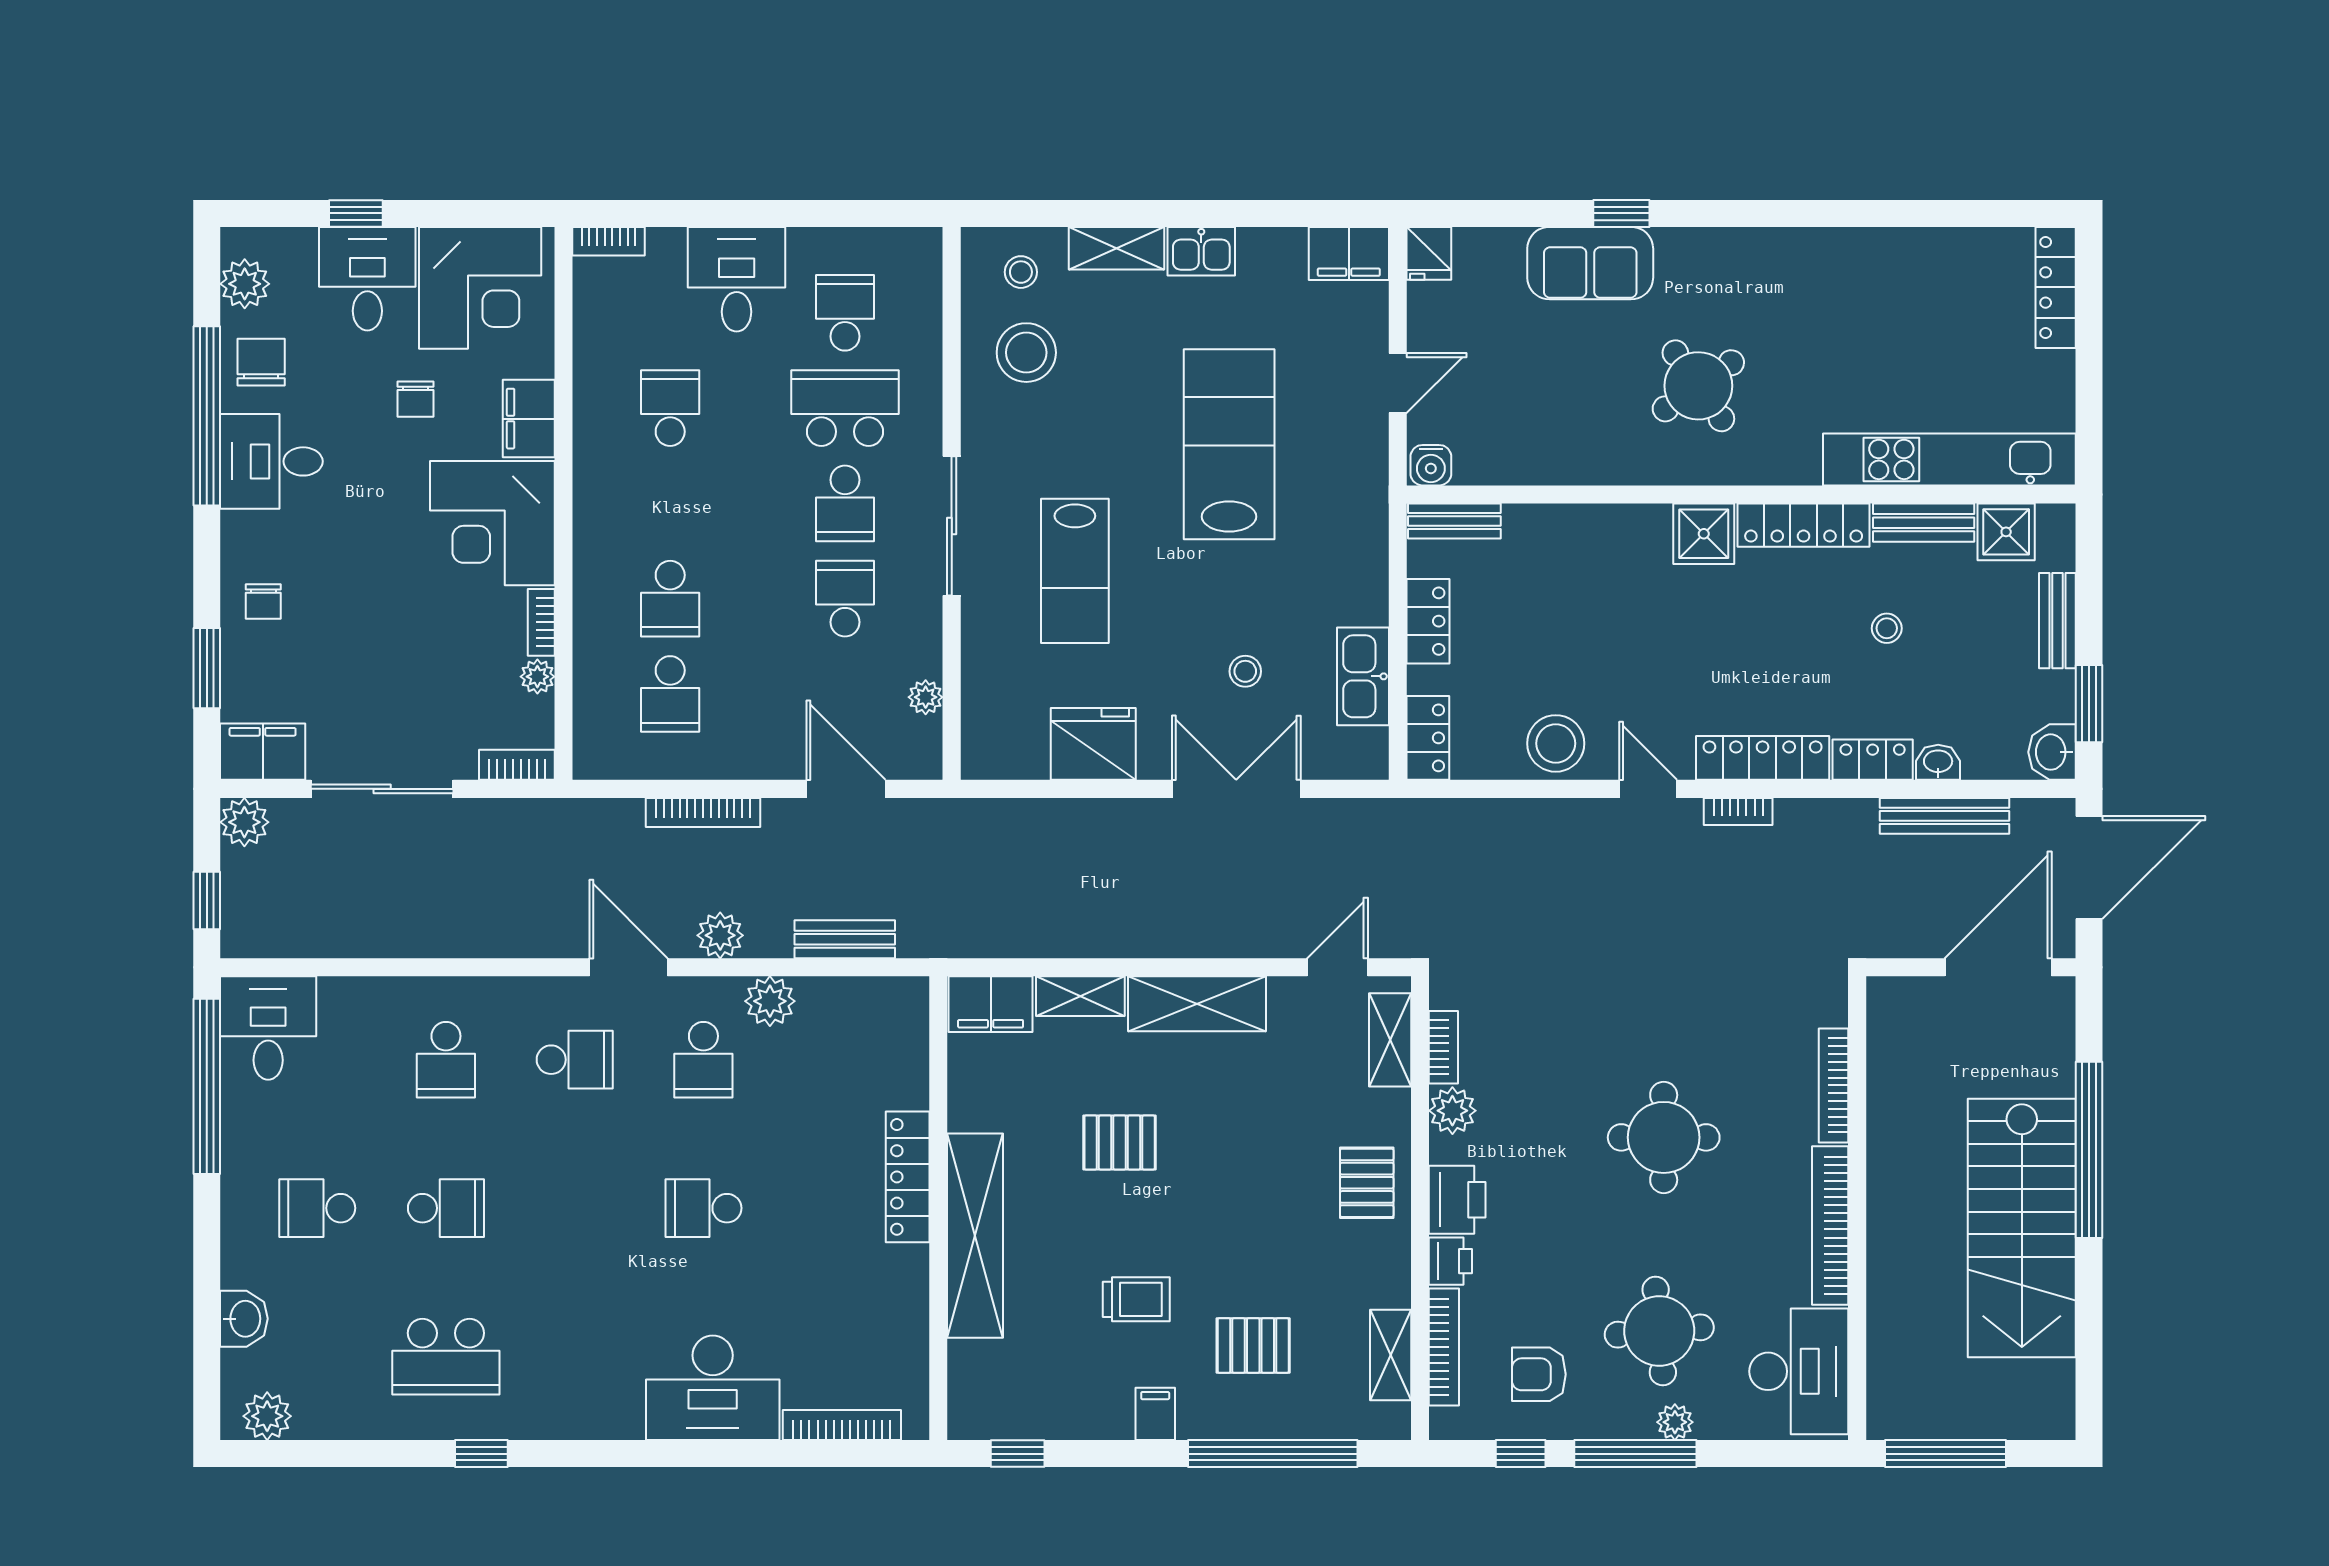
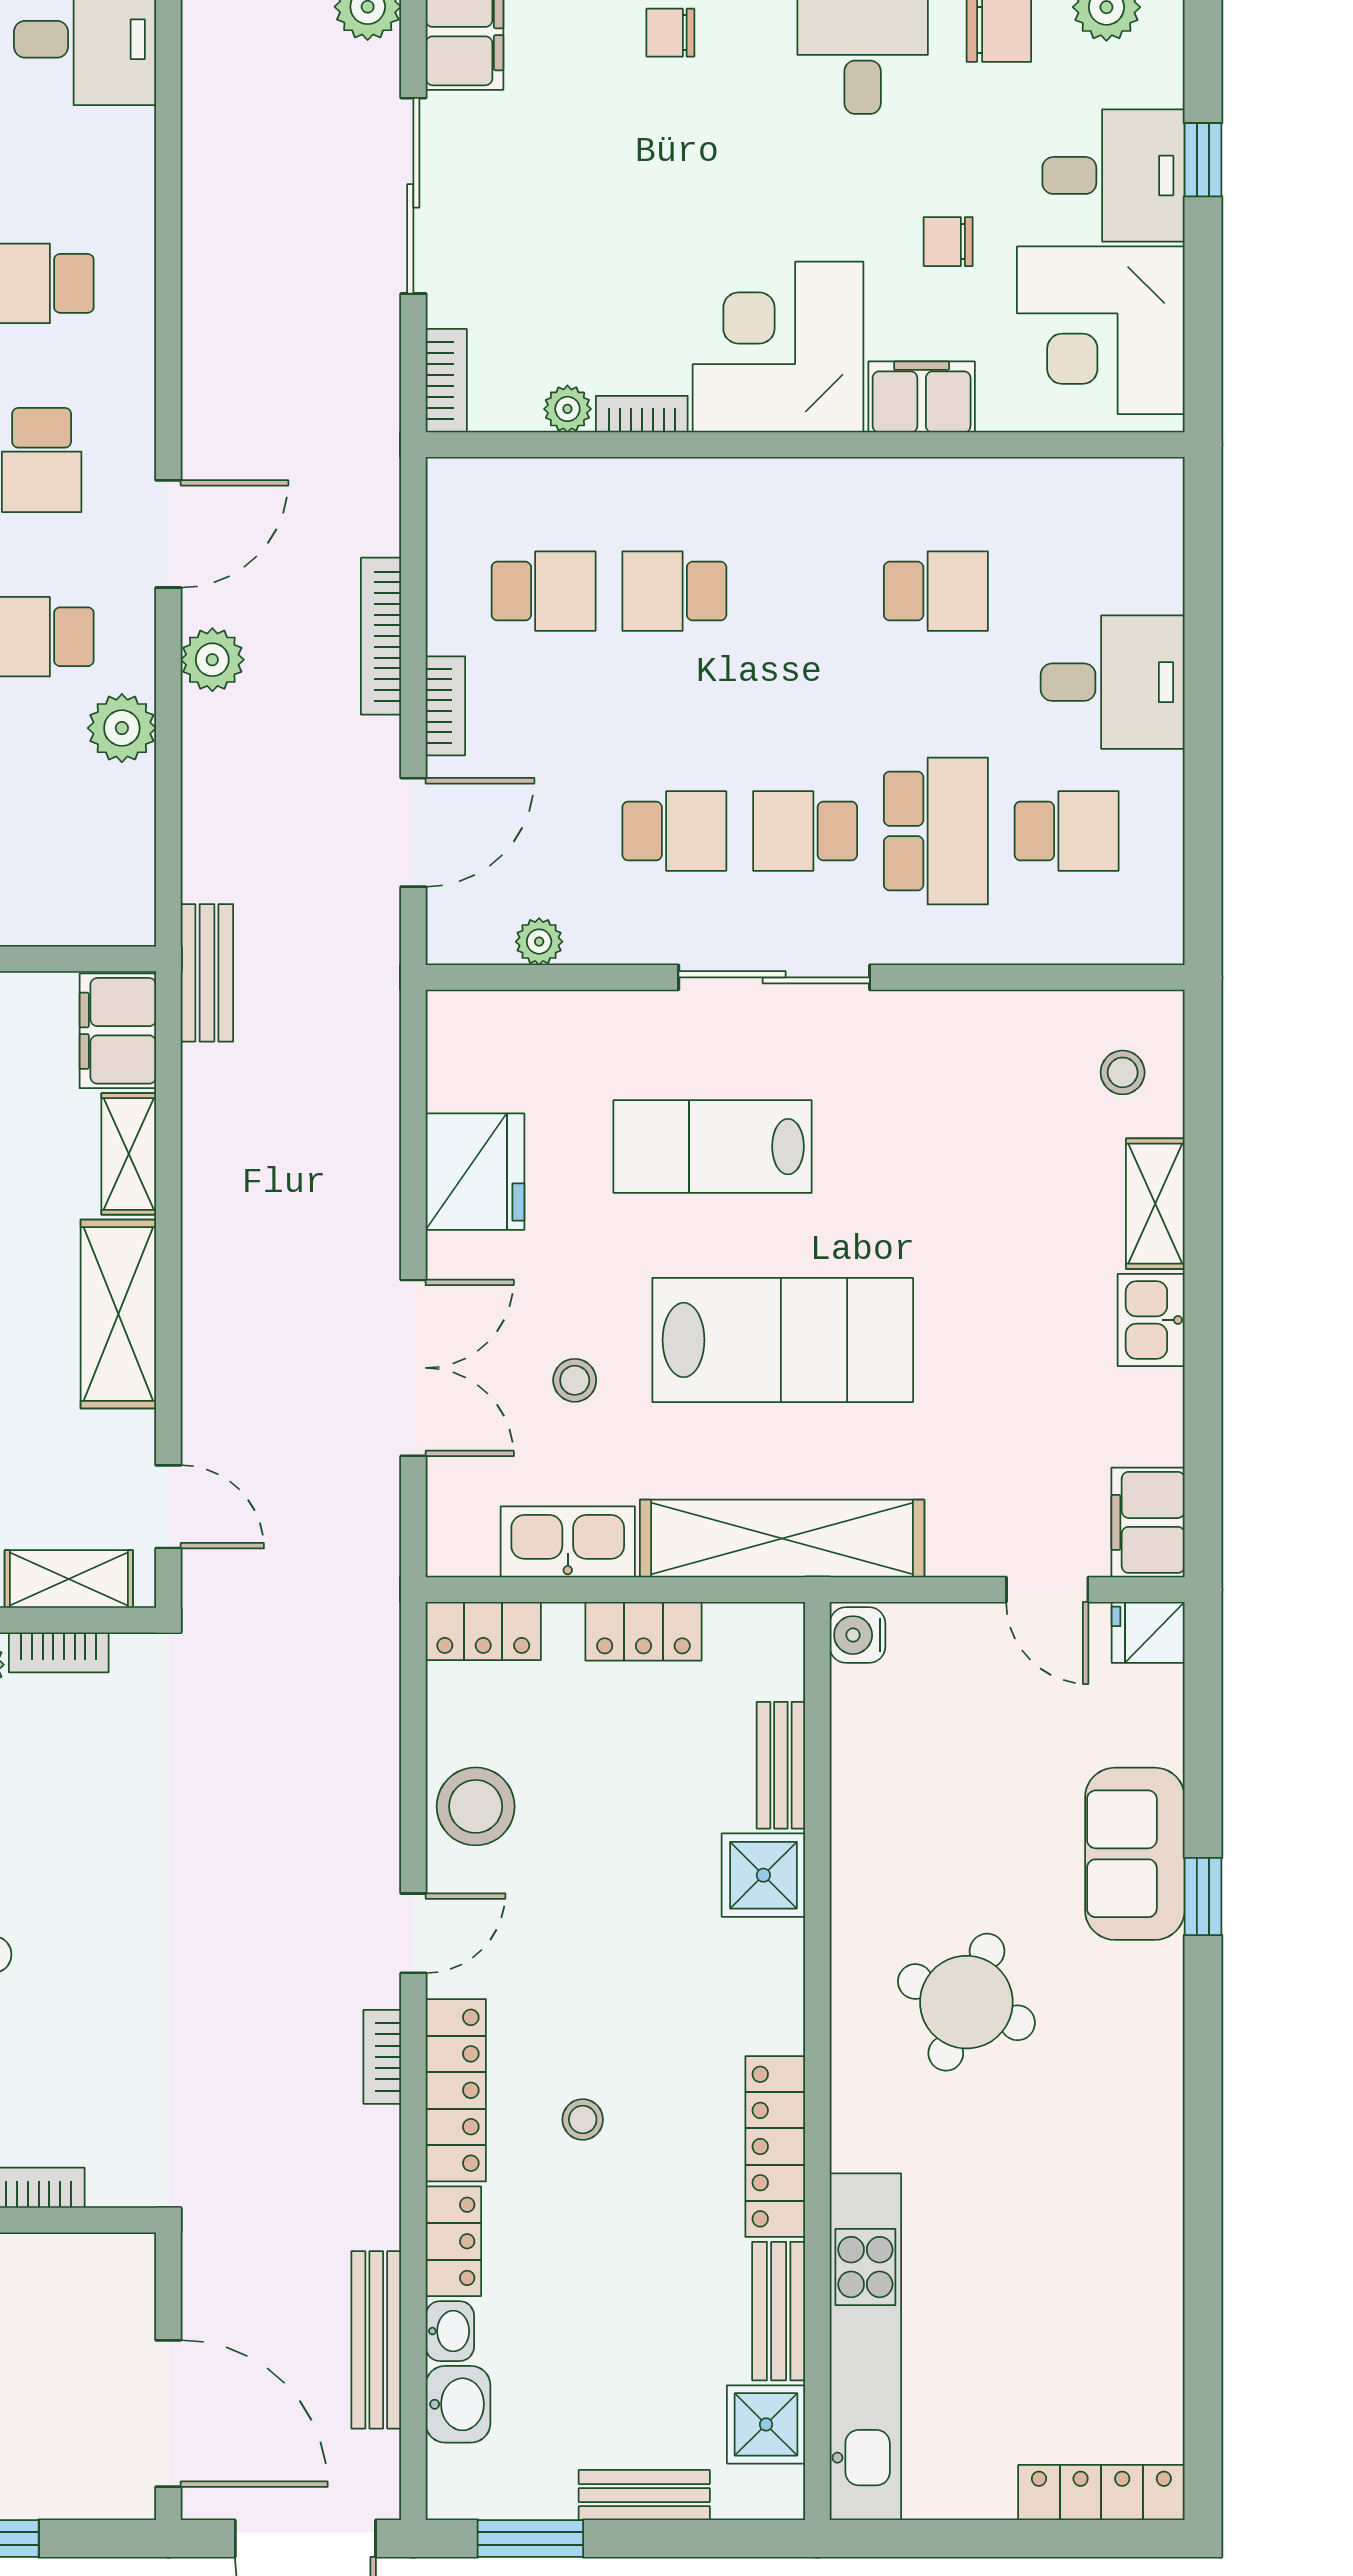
bookcase: (609, 241) -> (445, 706), moved, turned 180
stool: (1026, 353) -> (1012, 1080), removed
door: (1398, 383) -> (1047, 1590), moved
round table: (1698, 386) -> (966, 2002), turned -33
lab bench: (1229, 444) -> (783, 1340), moved
shelving: (1361, 520) -> (782, 1538), added
bench: (1454, 521) -> (781, 1765), moved
shower: (1704, 534) -> (763, 1875), moved
stool: (1887, 628) -> (583, 2120), moved
school desk: (670, 694) -> (544, 591), turned 180
washbasin: (2052, 752) -> (458, 2404), moved, turned 90
bench: (845, 939) -> (207, 973), moved

